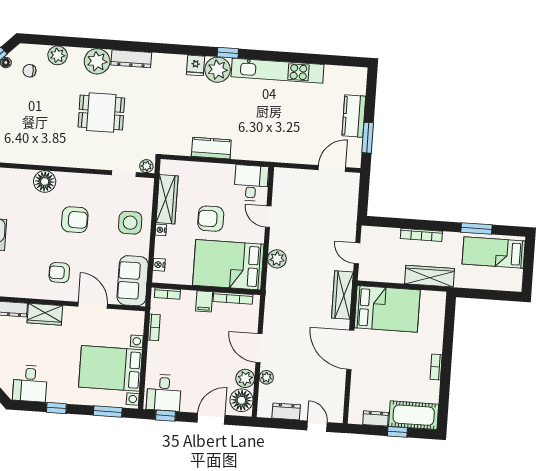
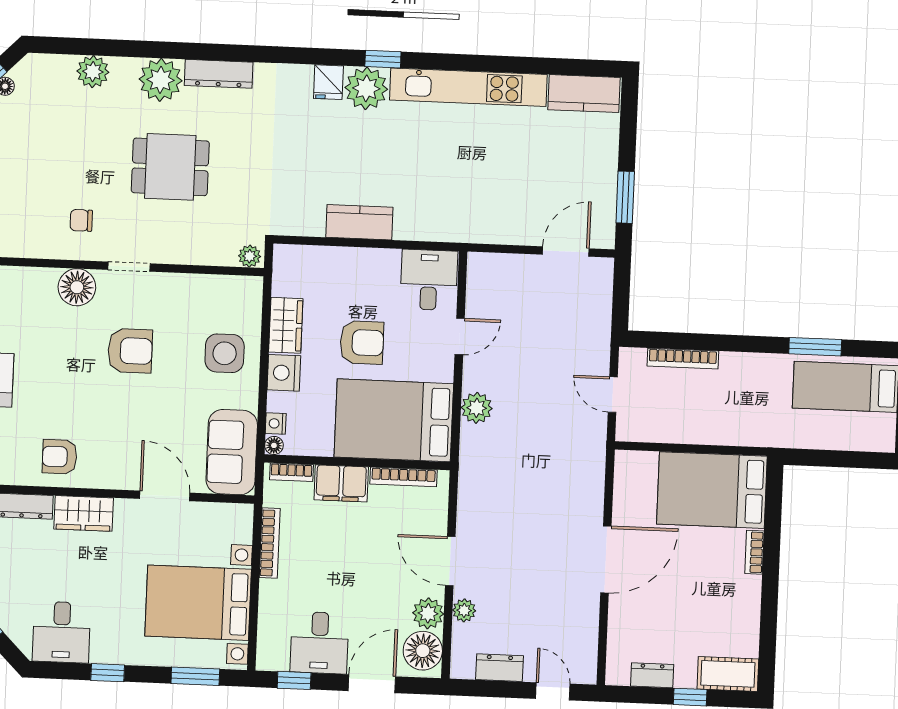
chair: (29, 71) -> (81, 220), moved
kitchen counter: (354, 116) -> (584, 94), moved, turned -90
doorway: (124, 174) -> (129, 267), moved
wardrobe: (167, 199) -> (286, 325), width x0.67
door: (268, 217) -> (460, 336), swing flipped
armchair: (211, 219) -> (362, 342), turned 180
nightstand: (161, 230) -> (284, 373), width x1.89, depth x1.79
bookcase: (421, 235) -> (683, 359), moved
armchair: (59, 273) -> (60, 457), moved
wardrobe: (429, 276) -> (737, 430), removed
floor lamp: (158, 277) -> (274, 445), added
wardrobe: (342, 295) -> (590, 467), removed
filing cabinet: (204, 301) -> (341, 483), width x2.00
bed: (387, 309) -> (712, 490), moved, turned 180
bookcase: (154, 327) -> (270, 543), width x1.56
door: (350, 350) -> (606, 559), swing flipped
bookcase: (436, 367) -> (754, 552), moved
desk: (164, 393) -> (319, 643), moved
cot: (414, 415) -> (728, 674), width x0.73, depth x0.75

